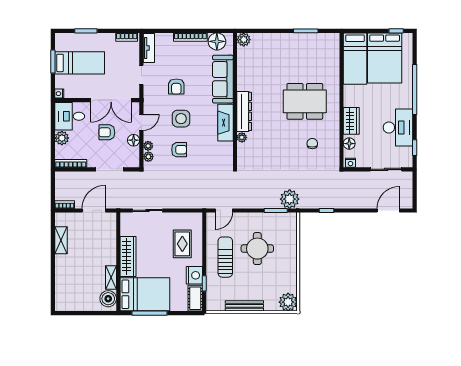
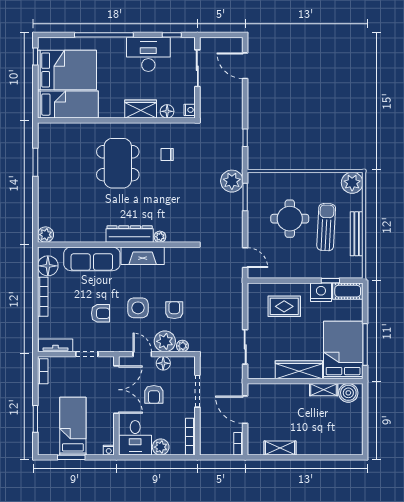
plant: (148, 146) -> (165, 341), width x1.87, depth x1.87
sun lounger: (225, 257) -> (326, 227), moved, turned 93

